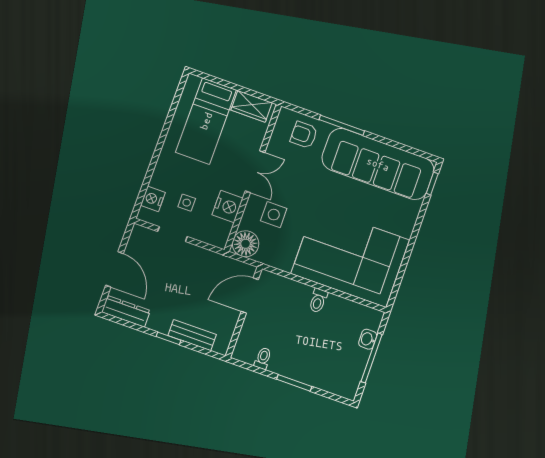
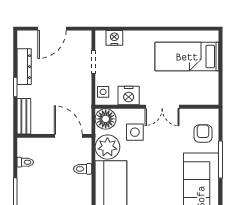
wardrobe: (252, 106) -> (210, 87), removed
side table: (187, 203) -> (103, 92), moved
plant: (280, 253) -> (107, 147), added
toilet: (318, 301) -> (83, 169), moved
dresser: (126, 311) -> (24, 67), moved
bench: (192, 335) -> (24, 116), moved

